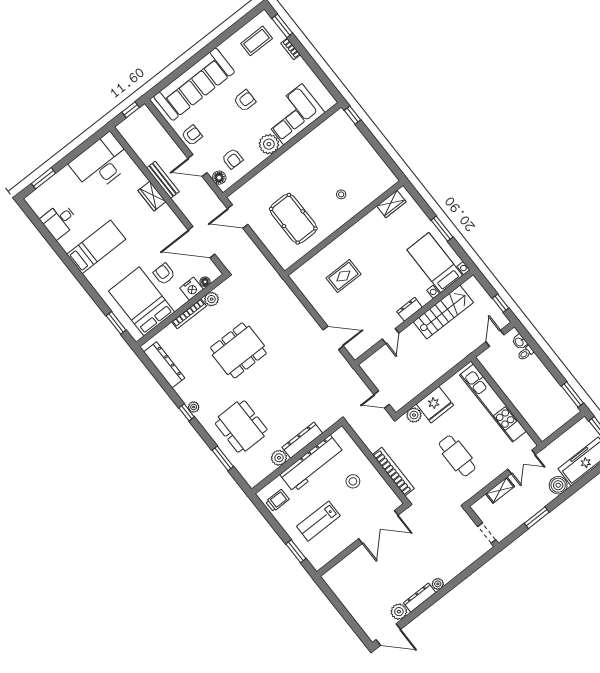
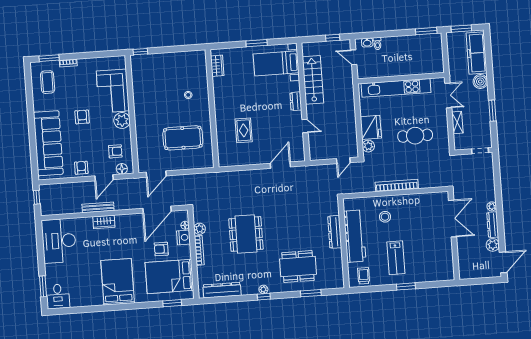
desk: (59, 221) -> (58, 296), moved
bed: (96, 247) -> (118, 282), width x1.50
plant: (279, 458) -> (336, 255), removed
double door: (378, 527) -> (453, 219), moved
wall: (362, 540) -> (454, 235), moved

